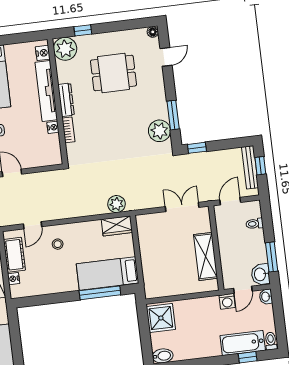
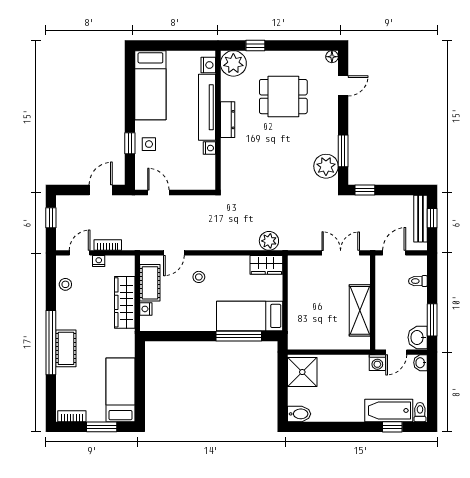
bookcase: (68, 130) -> (226, 153), removed

